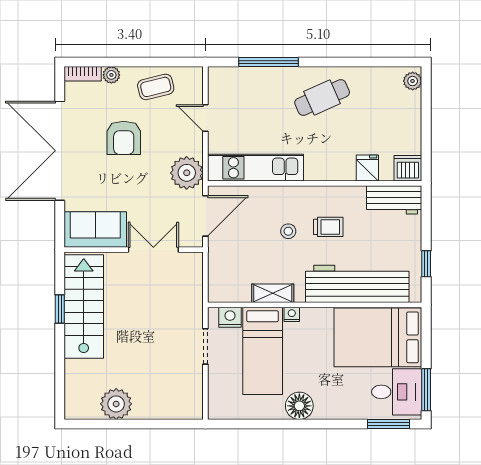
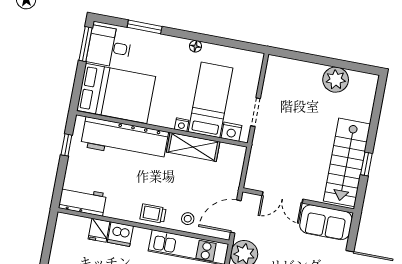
dishwasher: (408, 168) -> (120, 234), moved
trolley: (328, 227) -> (153, 213), moved
stool: (288, 231) -> (188, 219), moved
shelving: (273, 293) -> (193, 147), width x1.50, depth x1.33
floor lamp: (299, 406) -> (196, 46), width x0.53, depth x0.53
window: (389, 424) -> (145, 27), moved

